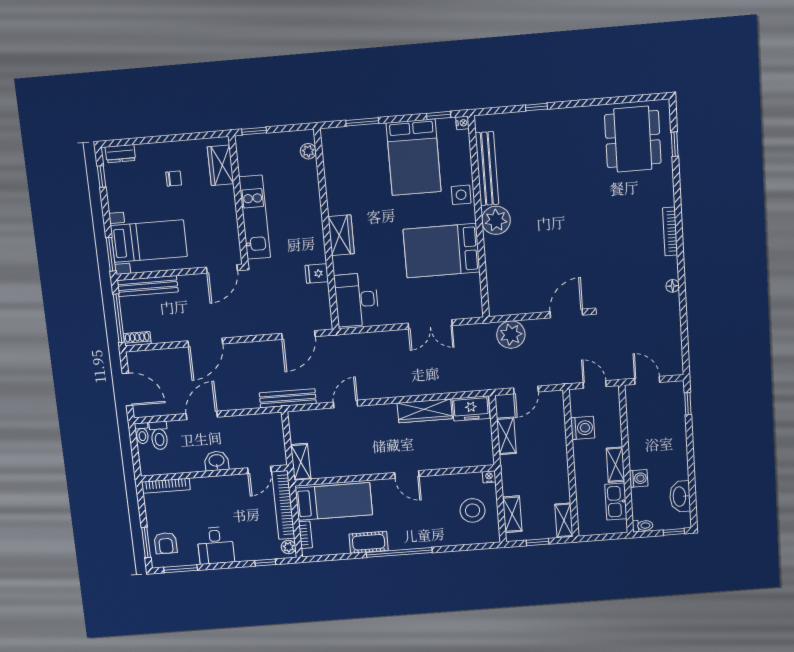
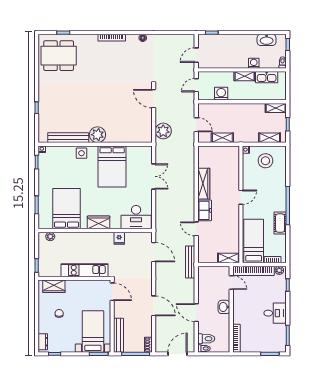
bed: (414, 157) -> (67, 209), moved, turned -90
freezer: (471, 408) -> (205, 210), moved
armchair: (166, 543) -> (271, 342), removed

